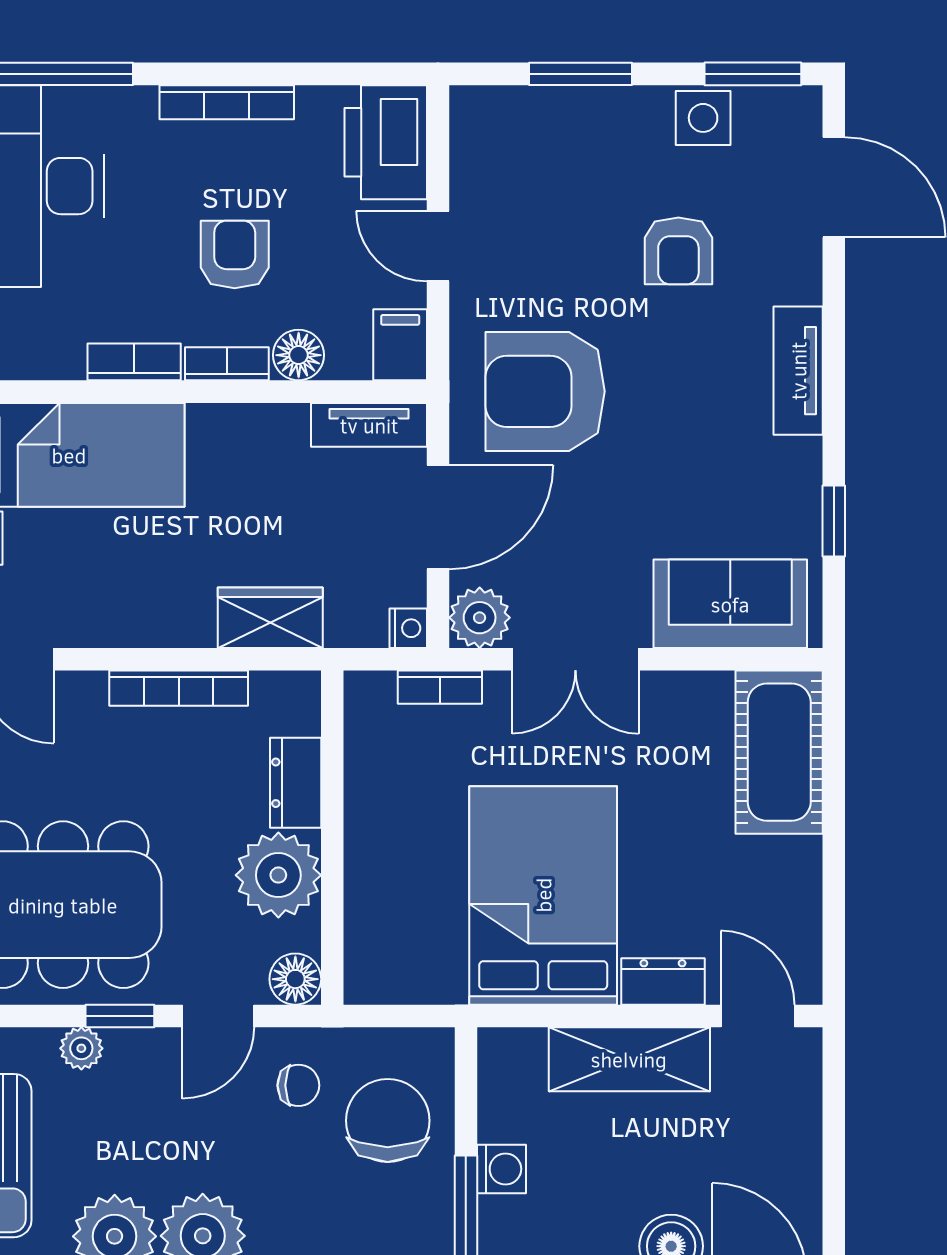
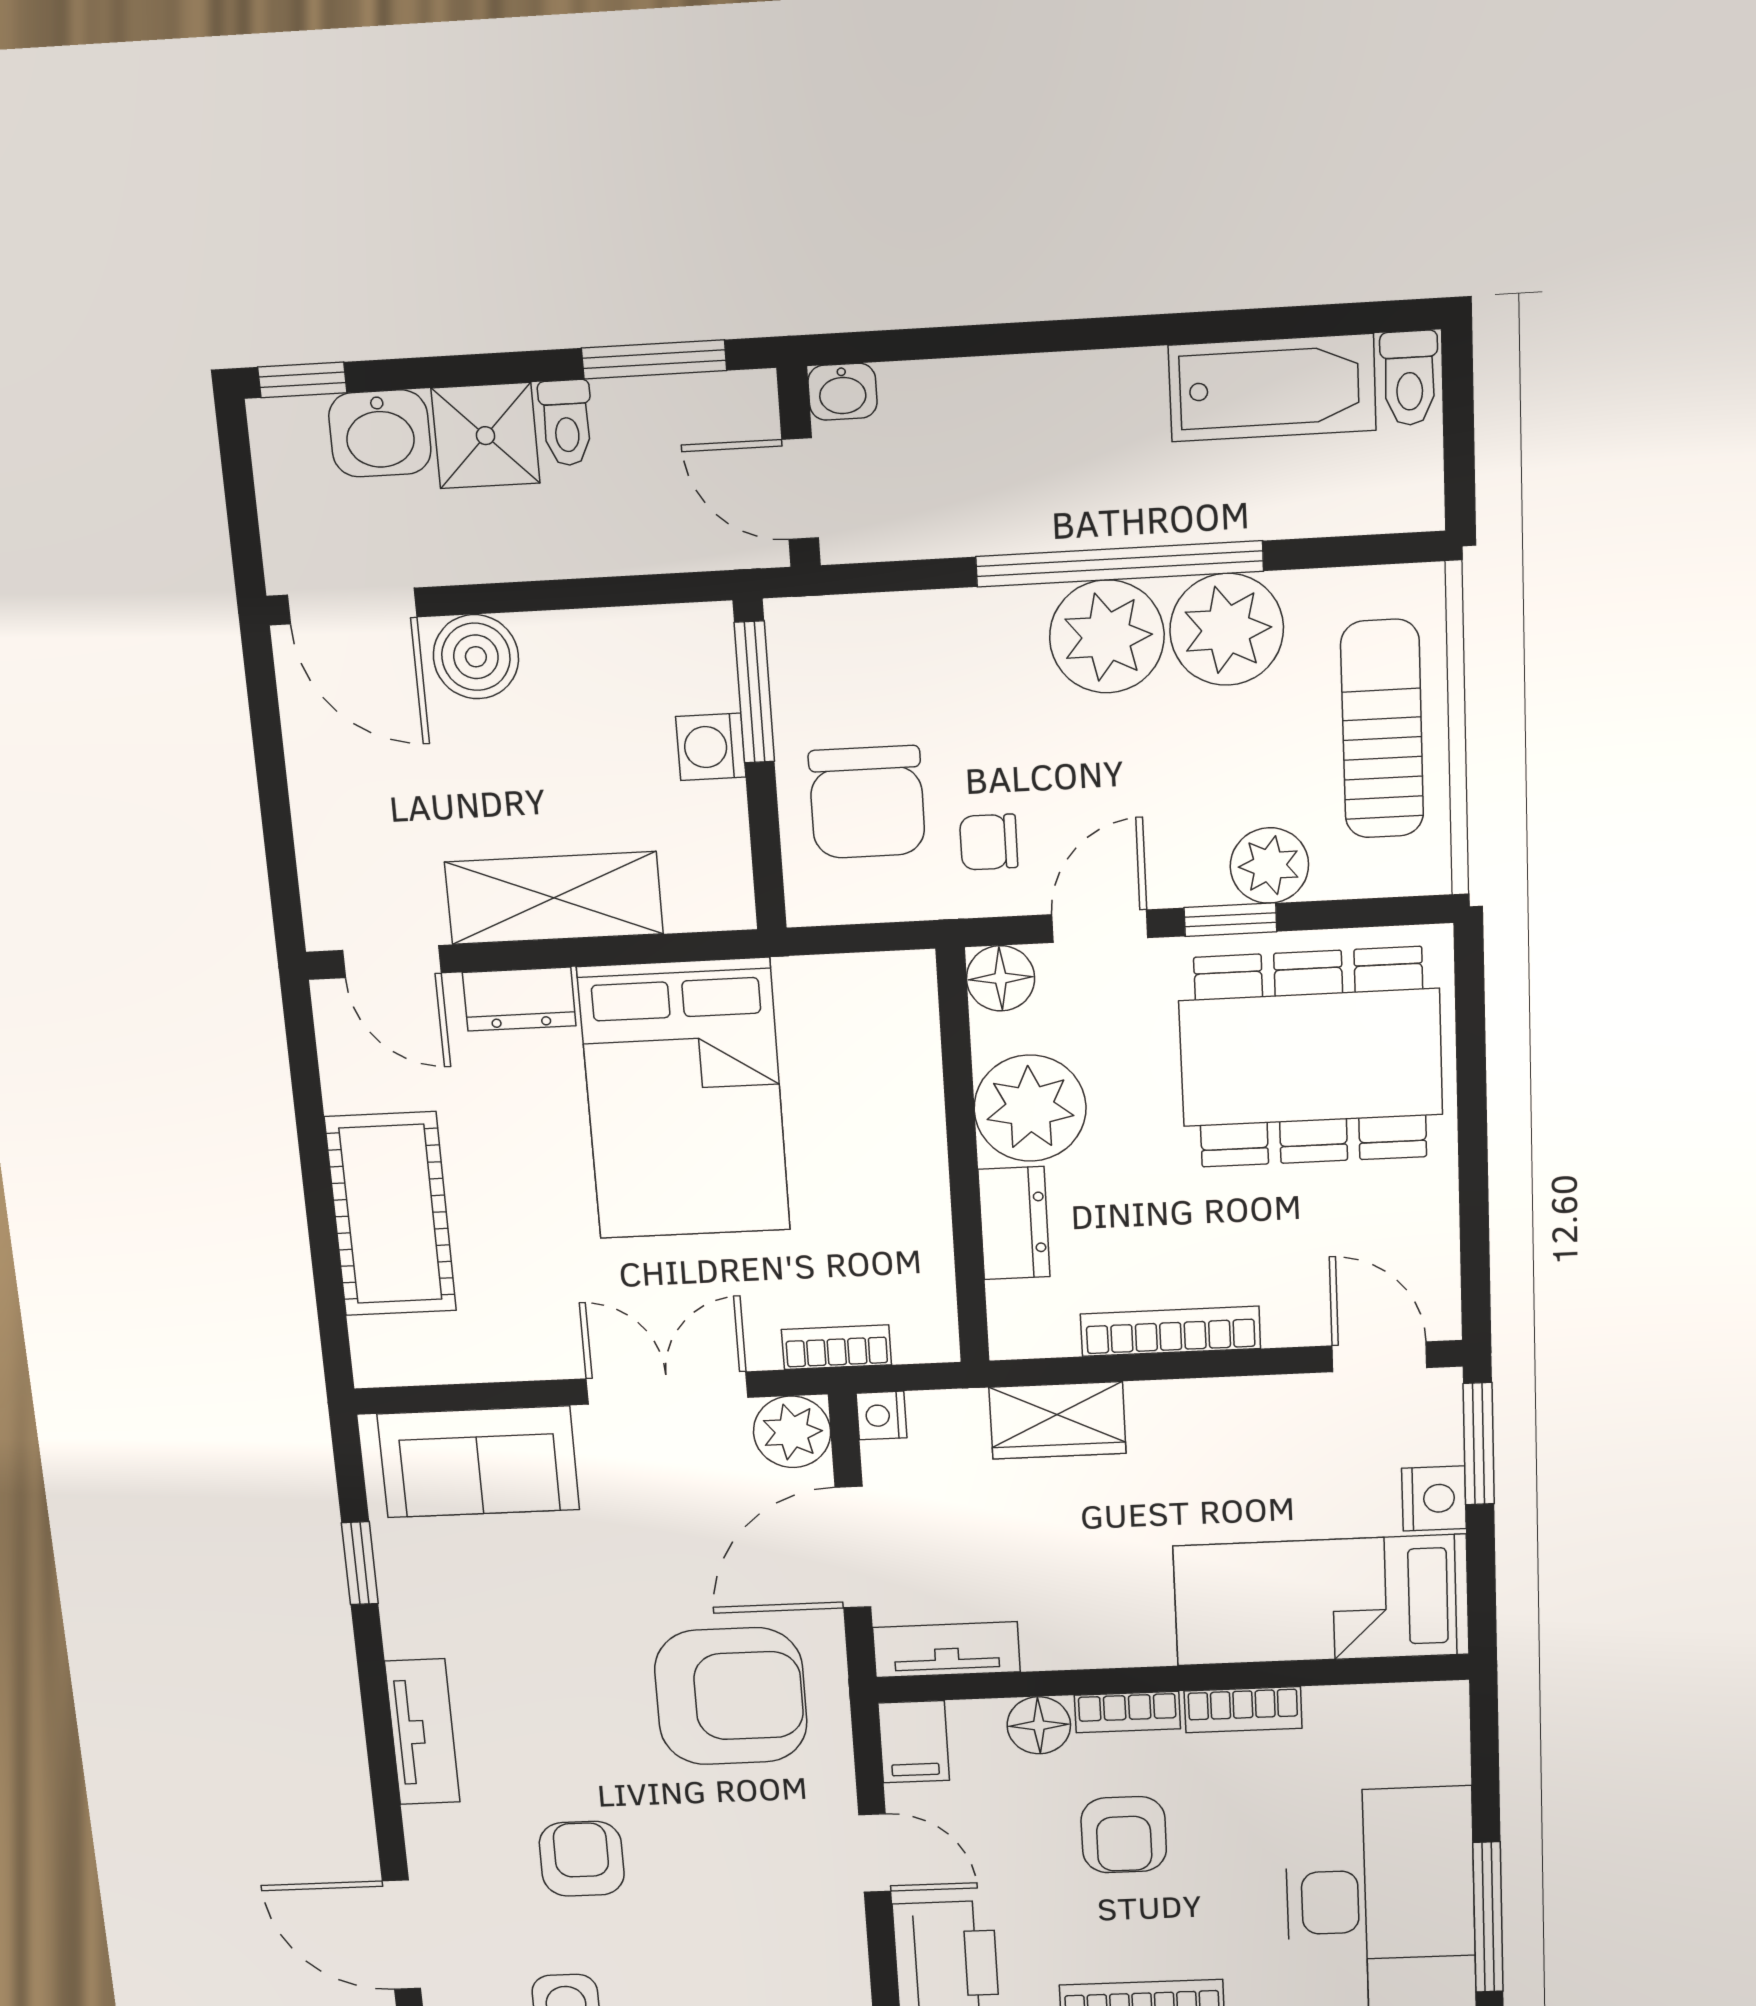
cot: (779, 752) -> (391, 1214), moved
plant: (81, 1048) -> (1269, 865), width x1.38, depth x1.38

